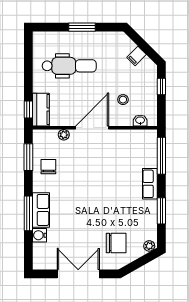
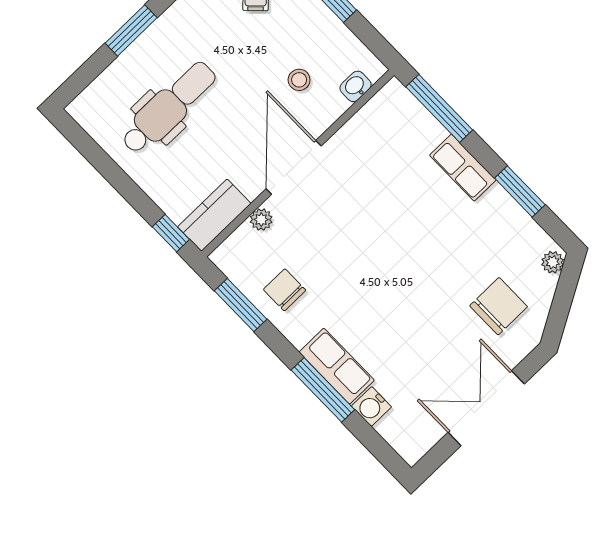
kitchen counter: (41, 110) -> (214, 215), moved, turned -90

